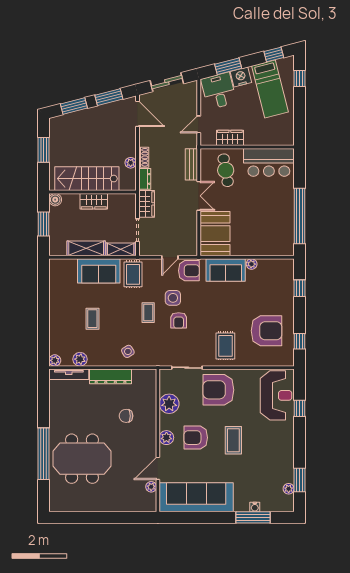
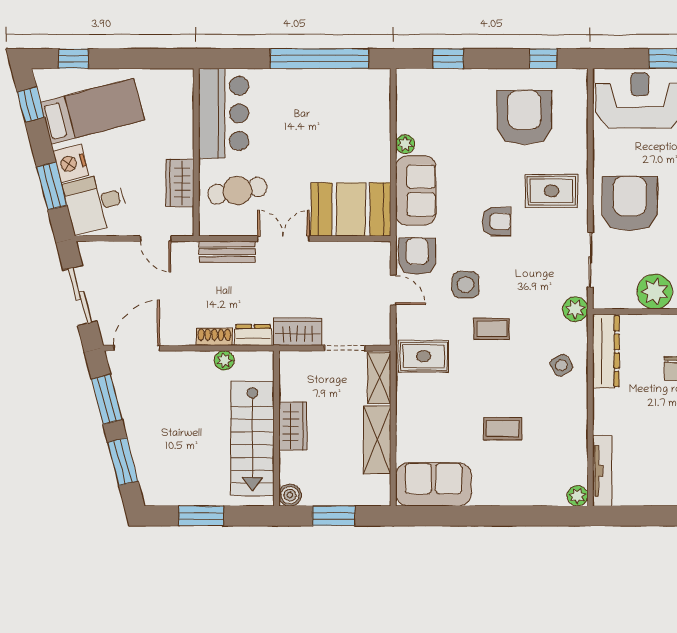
sofa: (99, 271) -> (433, 484), moved, turned -90
armchair: (179, 320) -> (497, 221), moved
plant: (80, 359) -> (575, 309), moved
dresser: (111, 376) -> (606, 351), moved
armchair: (218, 390) -> (630, 204), turned 180

